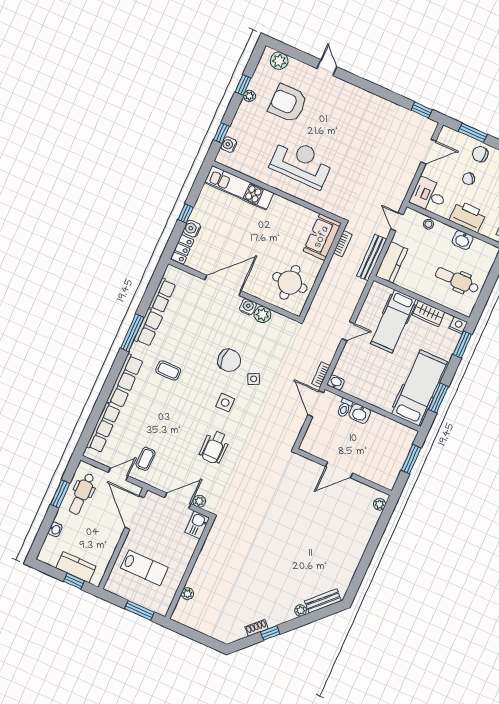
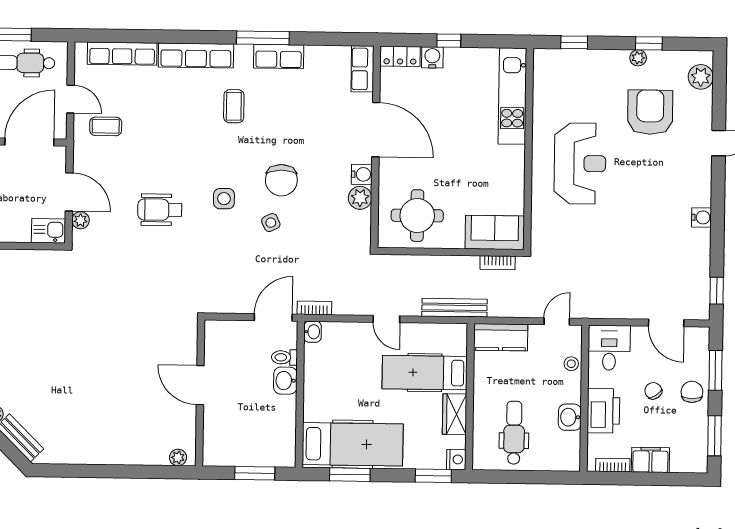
water cooler: (229, 145) -> (701, 217), moved, turned 90
bench: (372, 258) -> (454, 308), moved
row of seats: (162, 296) -> (362, 69), moved, turned 90

